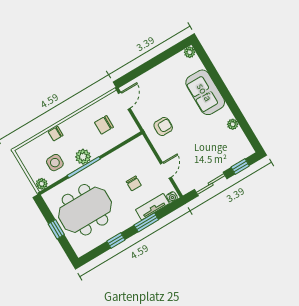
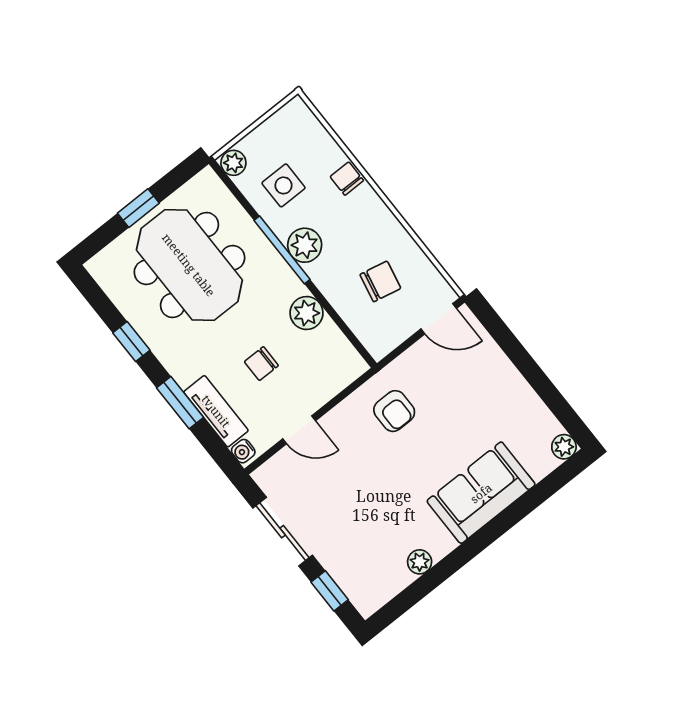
chair: (104, 125) -> (380, 281), turned 102
plant: (114, 160) -> (307, 313), added

